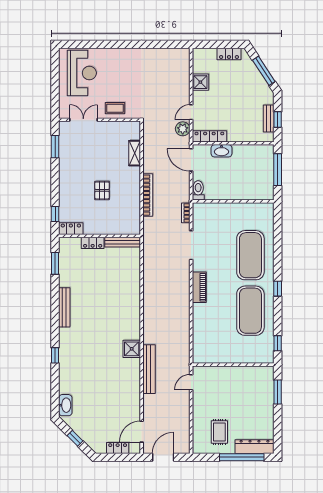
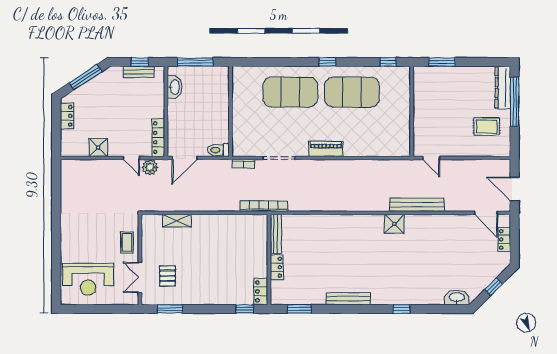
reception desk: (82, 73) -> (88, 279), turned 180
washbasin: (221, 151) -> (174, 87), moved
pallet: (102, 190) -> (167, 276), moved, turned 90
bookcase: (148, 195) -> (264, 206), moved

